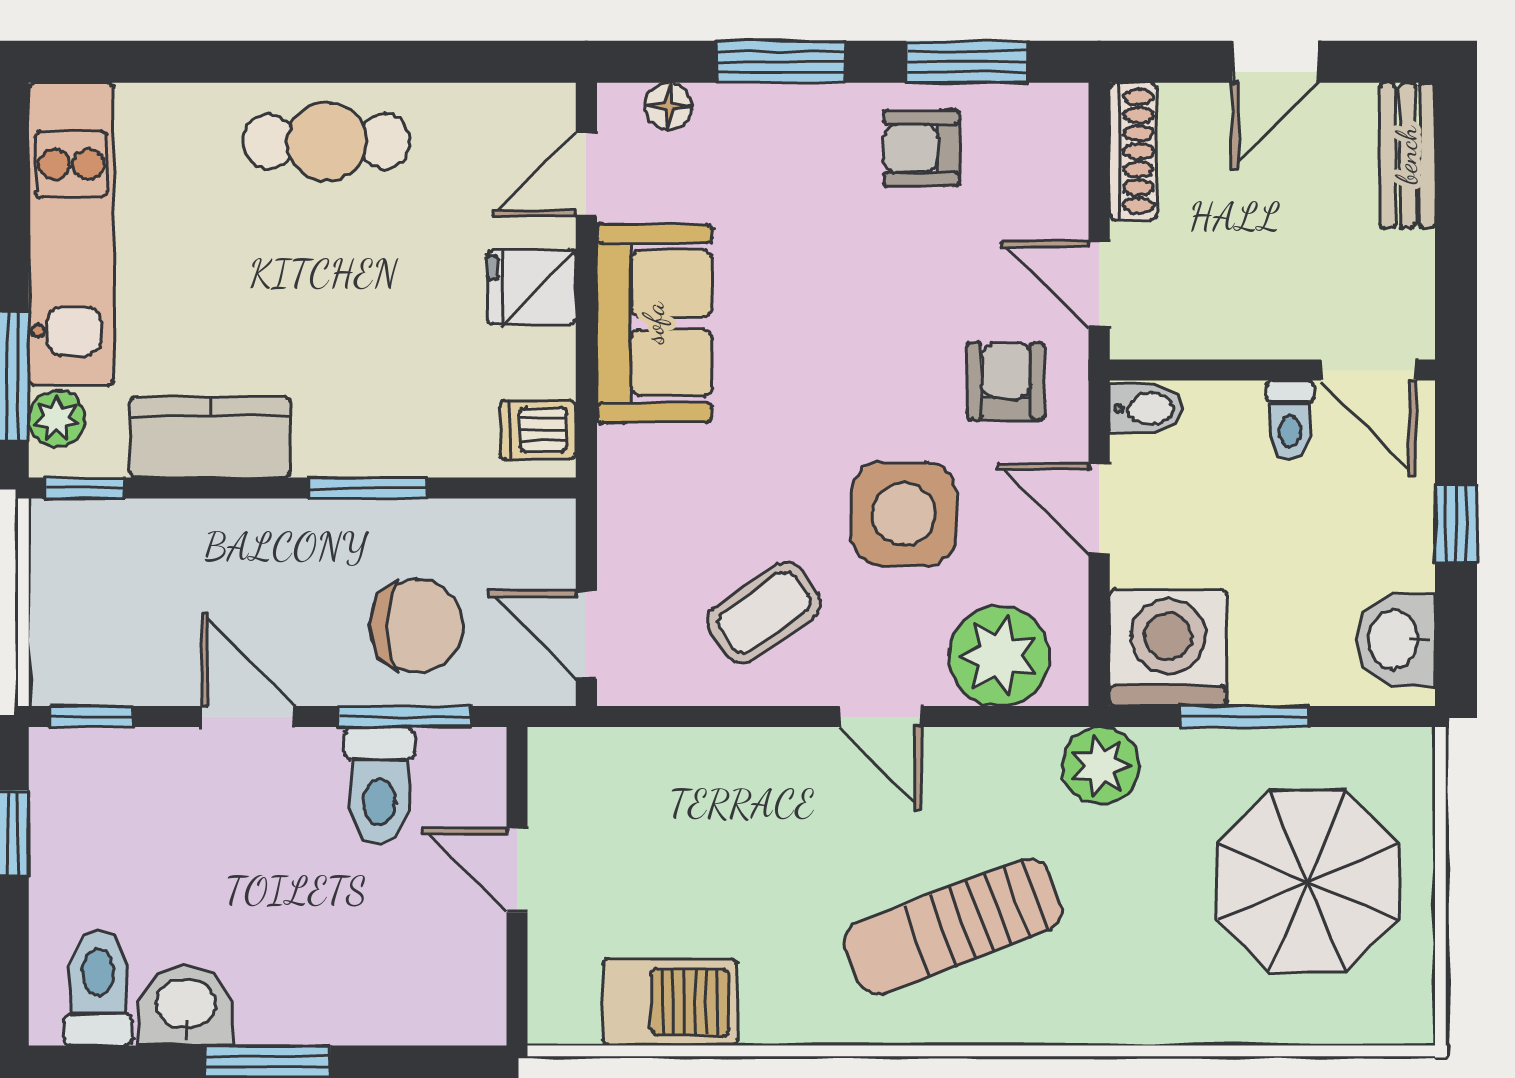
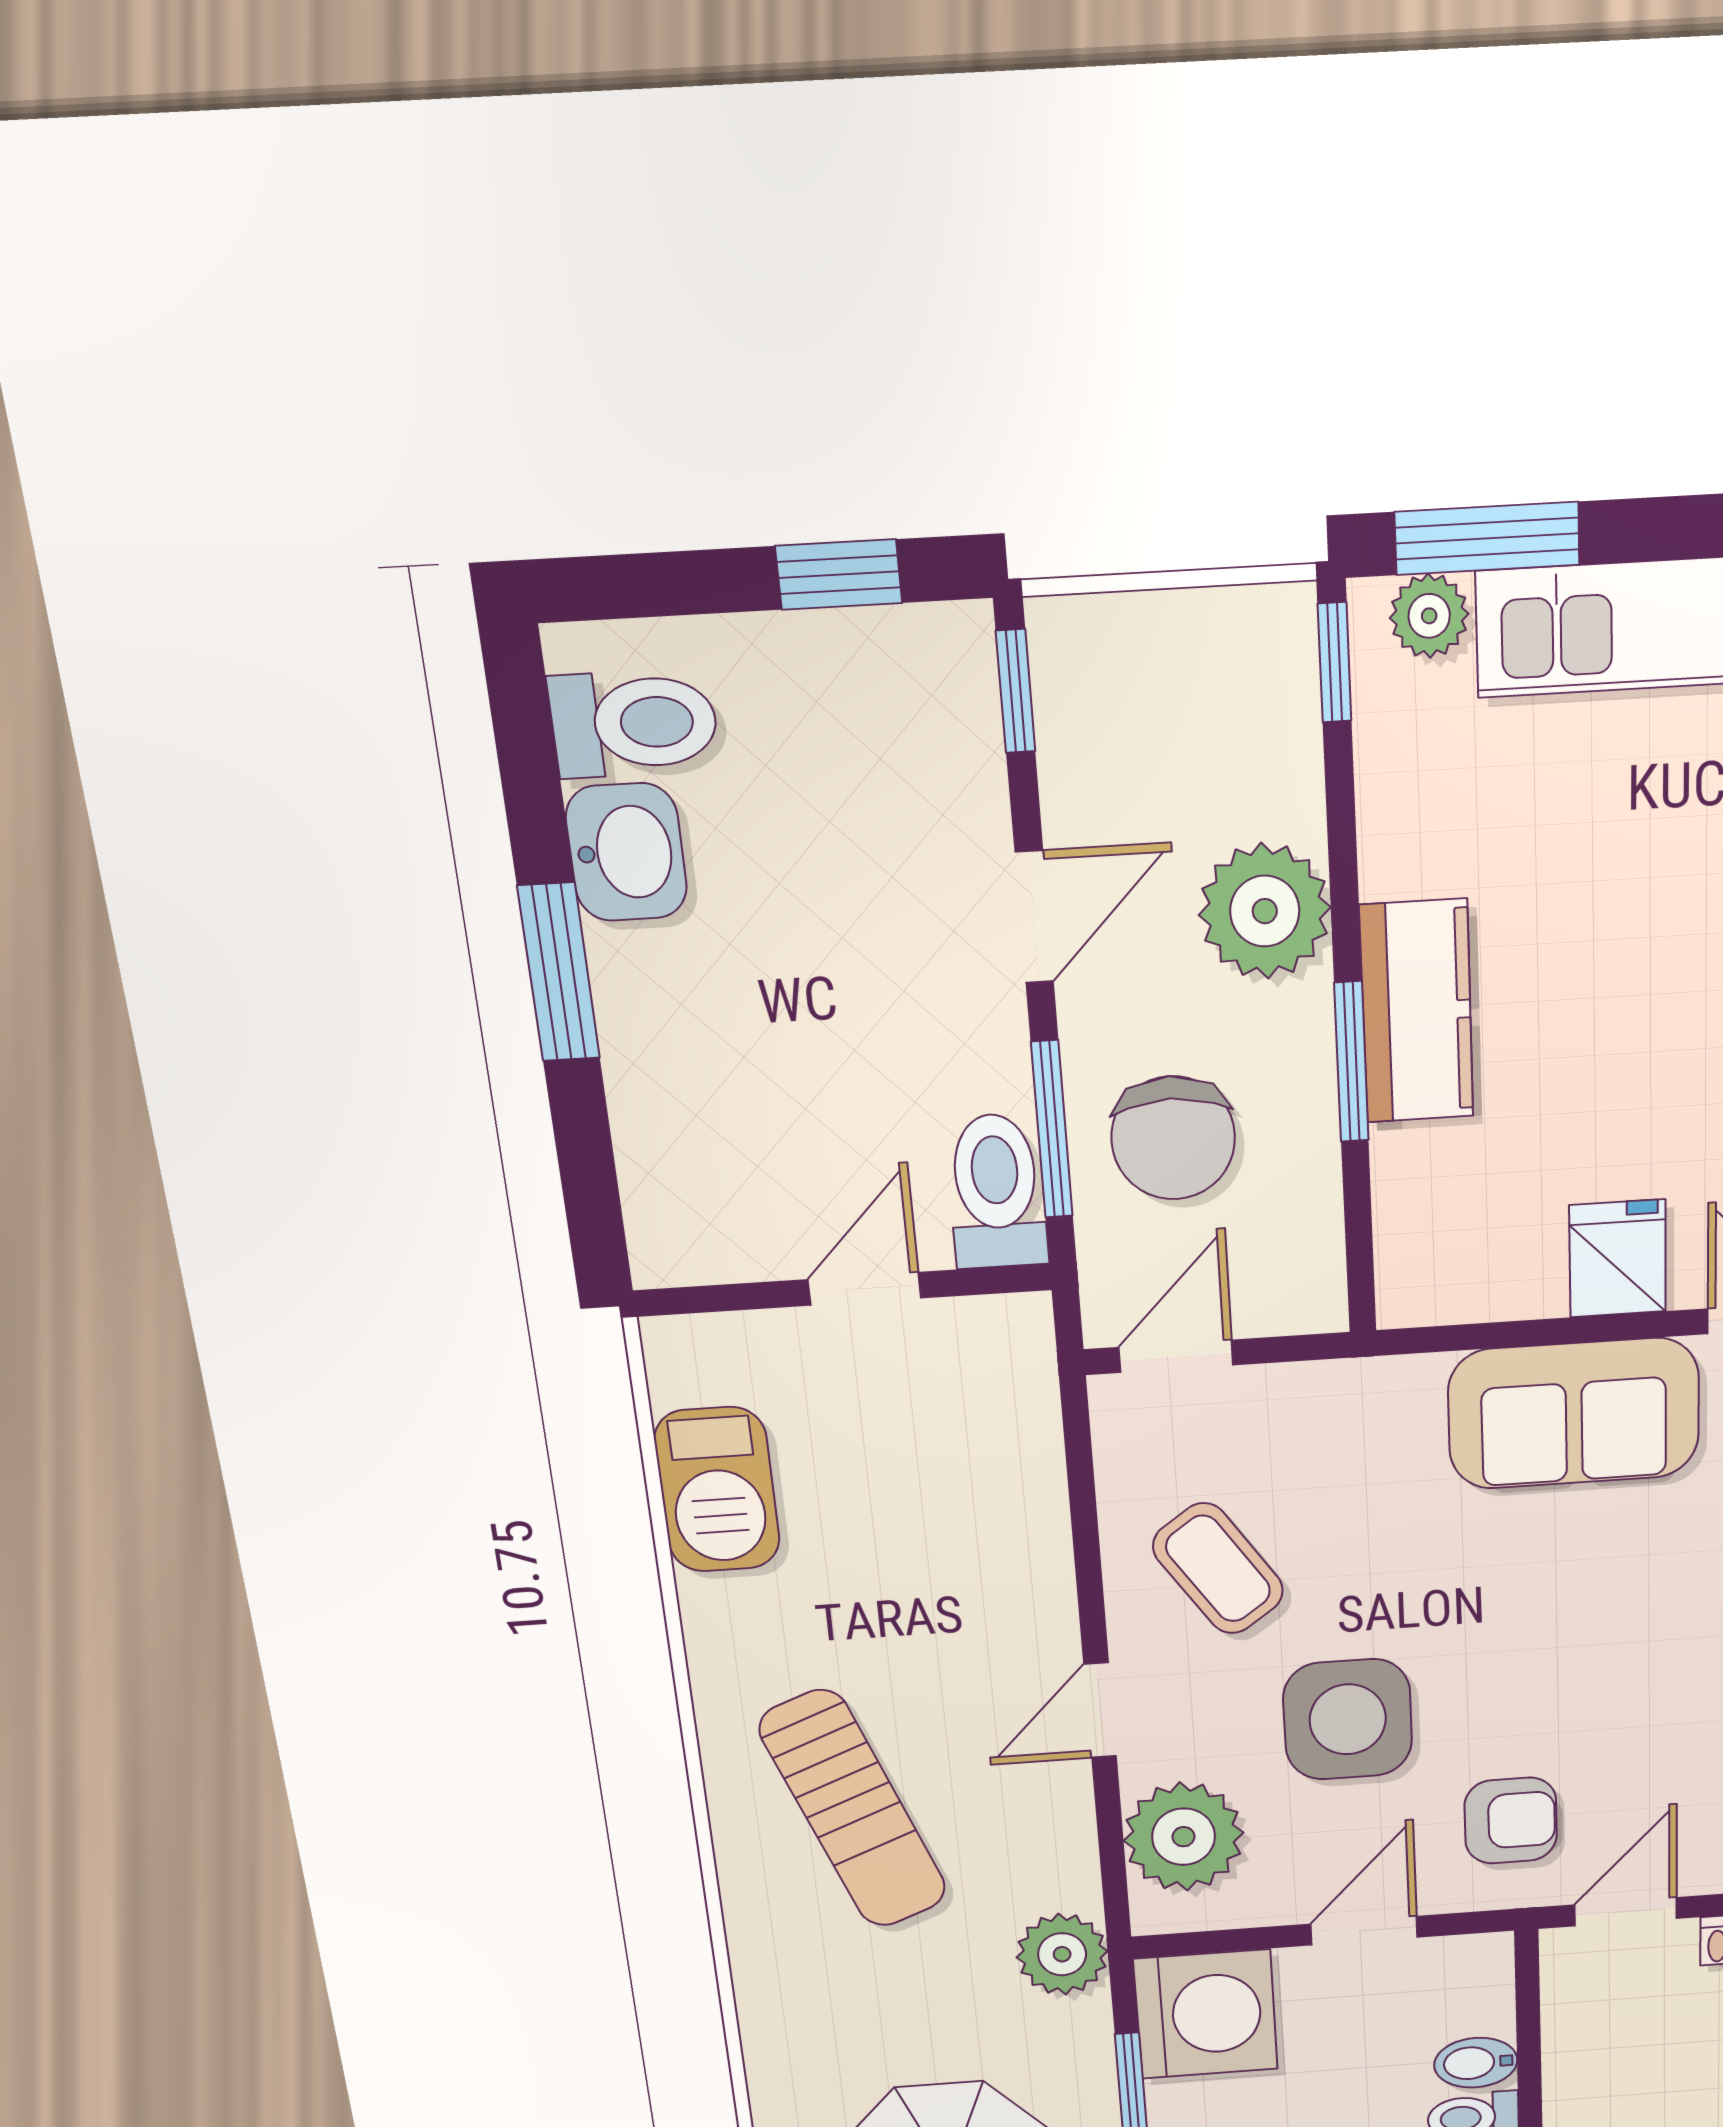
bidet: (1146, 408) -> (1476, 2063), moved, turned 90
dishwasher: (538, 430) -> (1436, 1278), removed
kitchen counter: (210, 437) -> (1417, 1012), moved
plant: (254, 547) -> (1265, 911), added
toilet: (380, 785) -> (996, 1191), moved, turned 90
sun lounger: (953, 926) -> (853, 1809), turned 180

